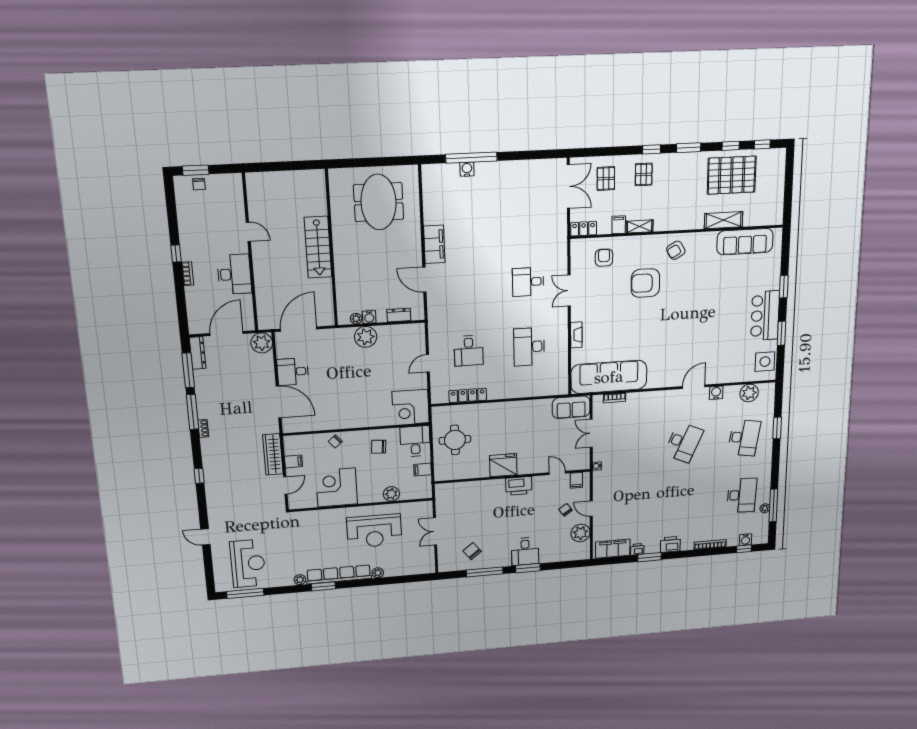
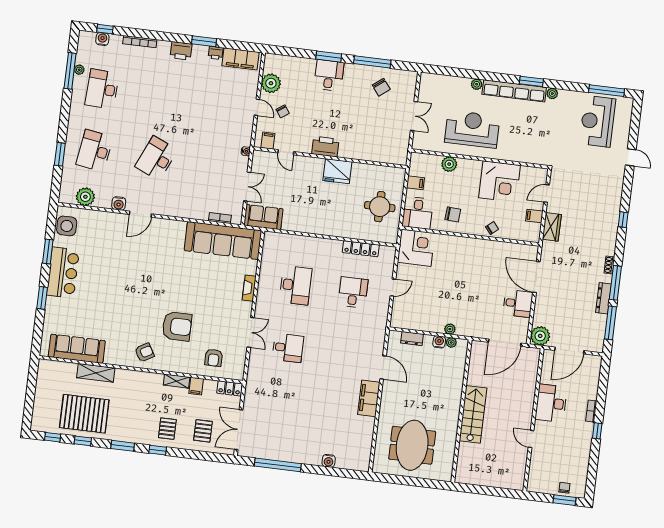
window: (471, 158) -> (278, 465), moved
plant: (366, 337) -> (450, 329), width x0.53, depth x0.53
dresser: (198, 353) -> (603, 298), moved
wardrobe: (273, 454) -> (552, 227), width x0.67

